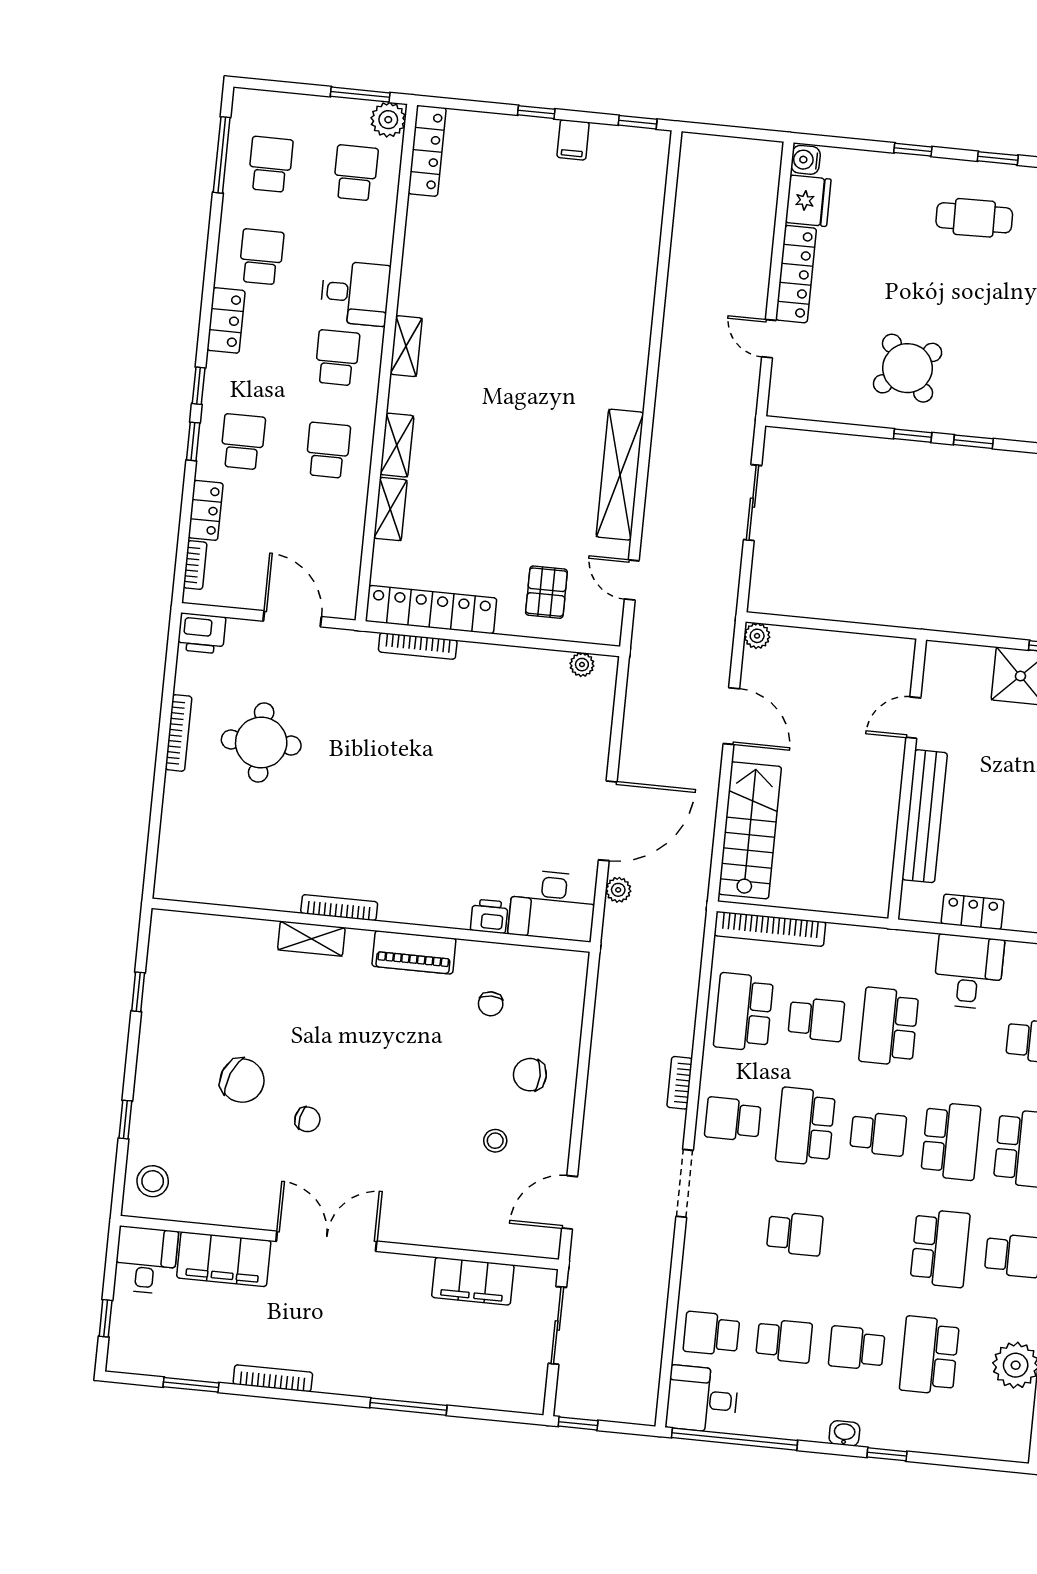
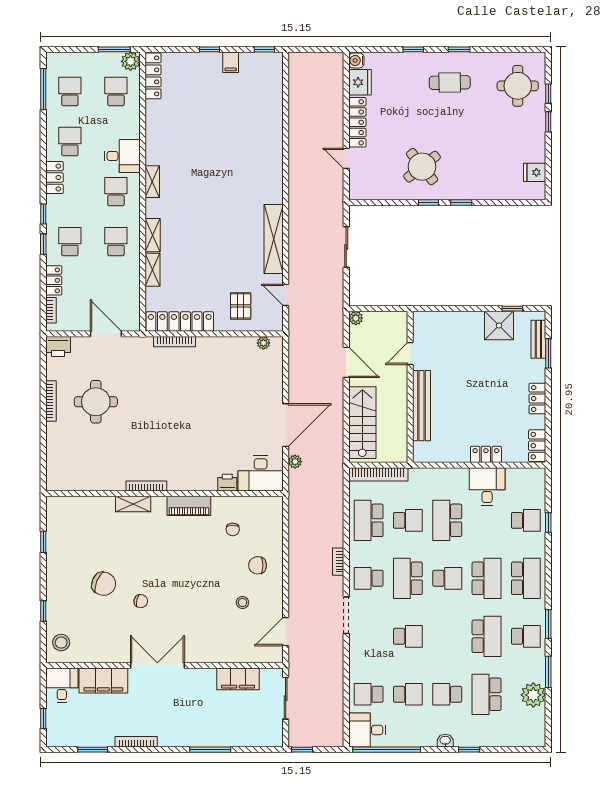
door: (913, 718) -> (410, 354), moved
wall: (907, 779) -> (410, 387), moved
bench: (925, 816) -> (421, 406), moved

